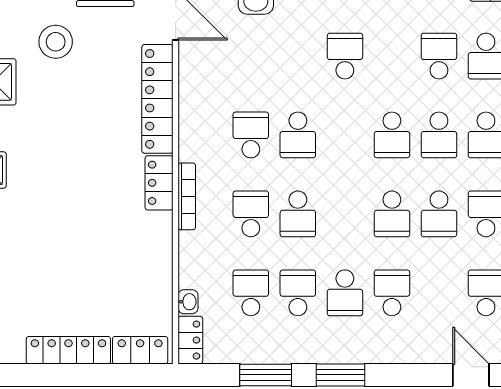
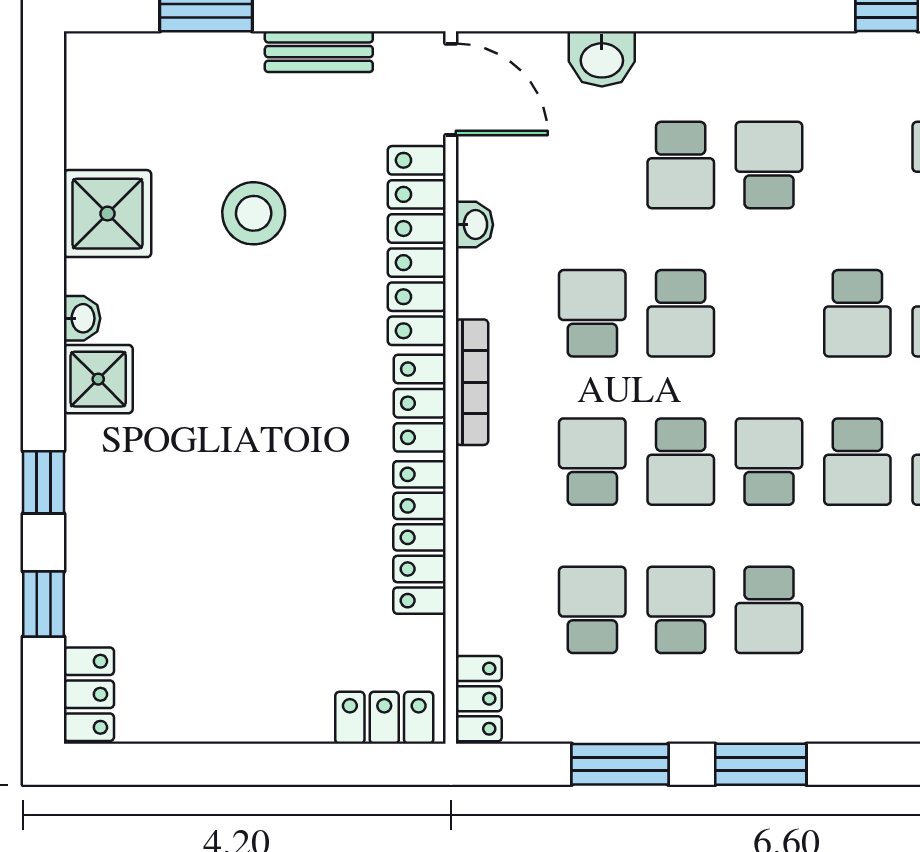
stool: (56, 42) -> (254, 213), moved
school desk: (298, 56) -> (681, 165), added
bookcase: (187, 196) -> (472, 382), moved
school desk: (392, 293) -> (769, 462), moved
washbasin: (188, 302) -> (474, 225), moved
locker: (68, 350) -> (420, 537), moved, turned -90

